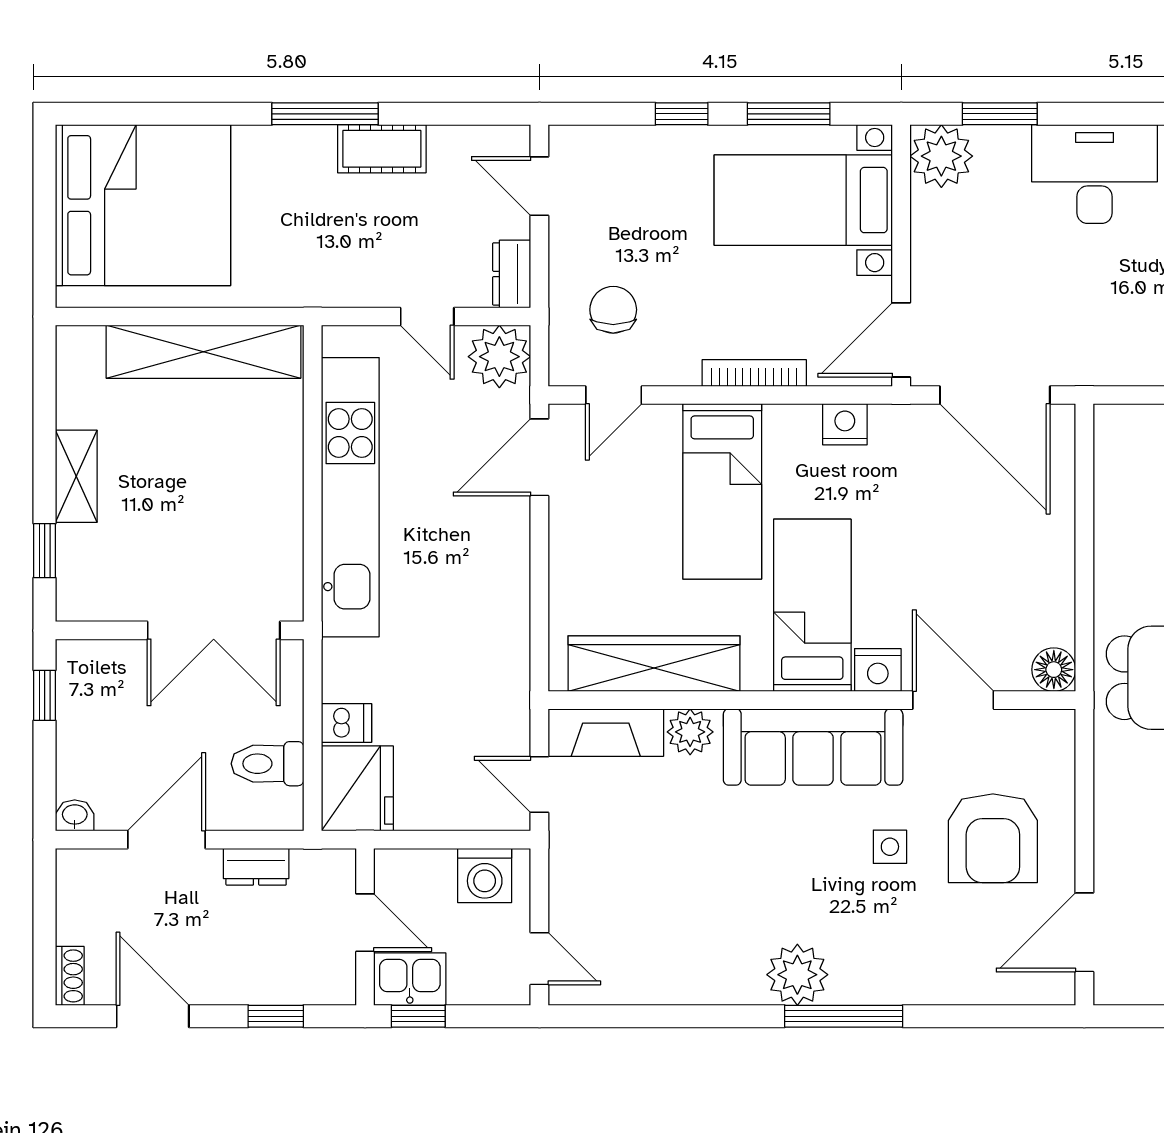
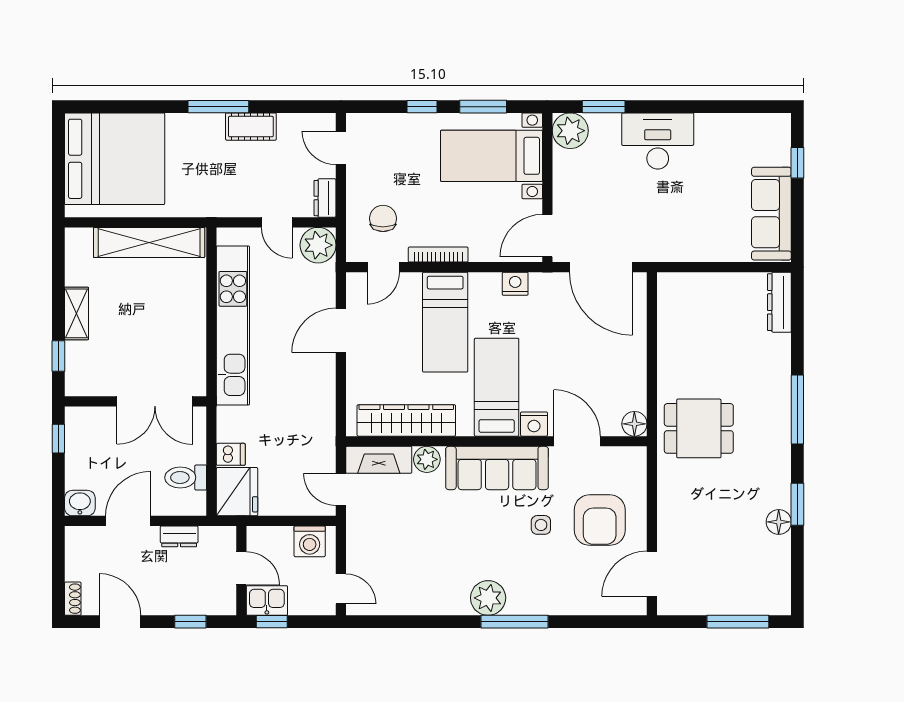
bookcase: (754, 373) -> (438, 255), moved
door: (539, 457) -> (341, 330), moved
washbasin: (75, 815) -> (80, 503), width x1.38, depth x1.45

